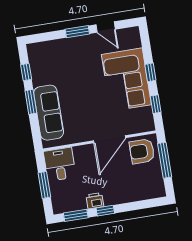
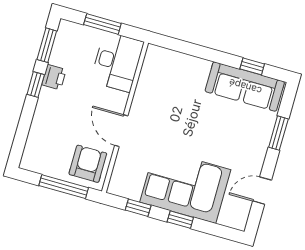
window: (77, 32) -> (278, 133), moved
window: (31, 102) -> (213, 55), removed
sofa: (49, 113) -> (245, 87), moved
door: (110, 139) -> (121, 131), width x0.73
desk: (60, 164) -> (117, 62), width x1.37

